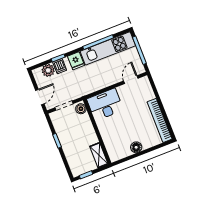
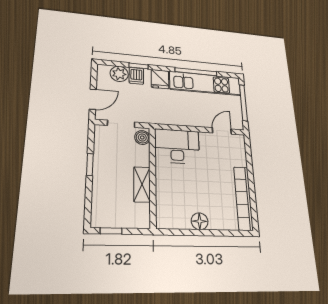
shelving: (99, 155) -> (142, 184), moved

